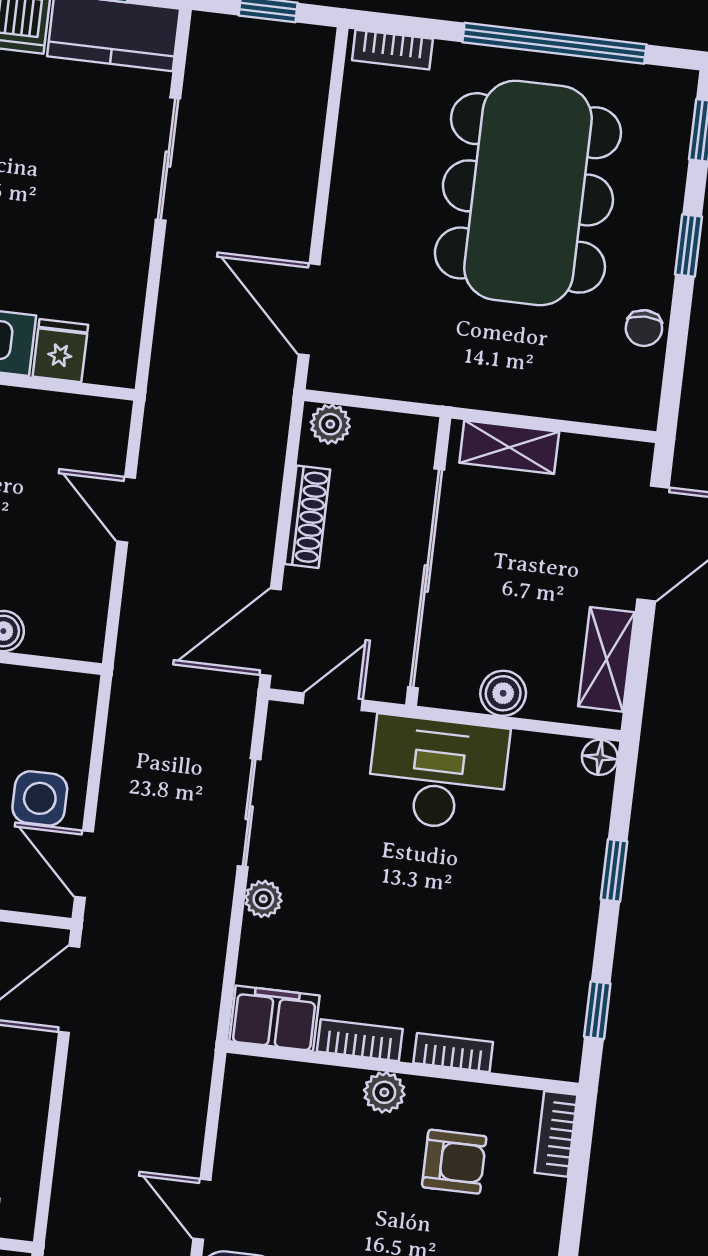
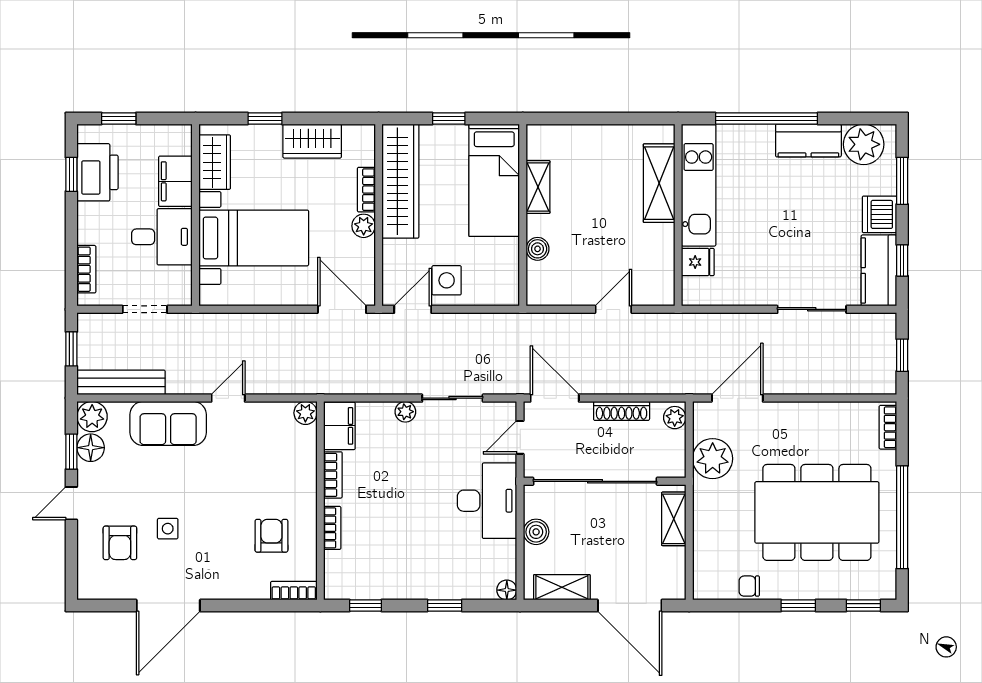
plant: (411, 366) -> (713, 459), added
door: (333, 702) -> (520, 437), swing flipped
plant: (384, 1092) -> (305, 413), moved
armchair: (454, 1162) -> (271, 536), turned 180

